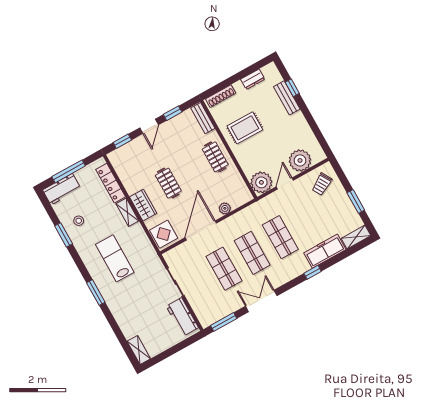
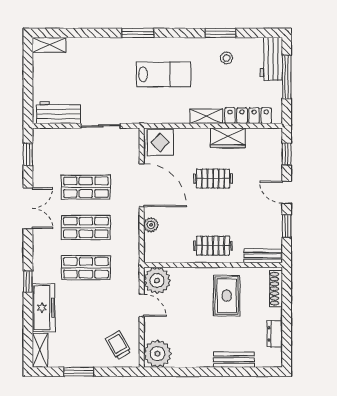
window: (292, 88) -> (241, 372), removed
plant: (300, 160) -> (157, 354), moved
wardrobe: (143, 205) -> (228, 138), moved
window: (224, 322) -> (28, 154), width x0.67

